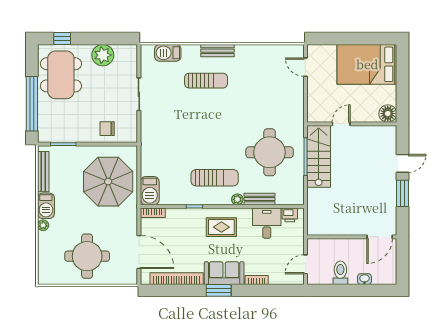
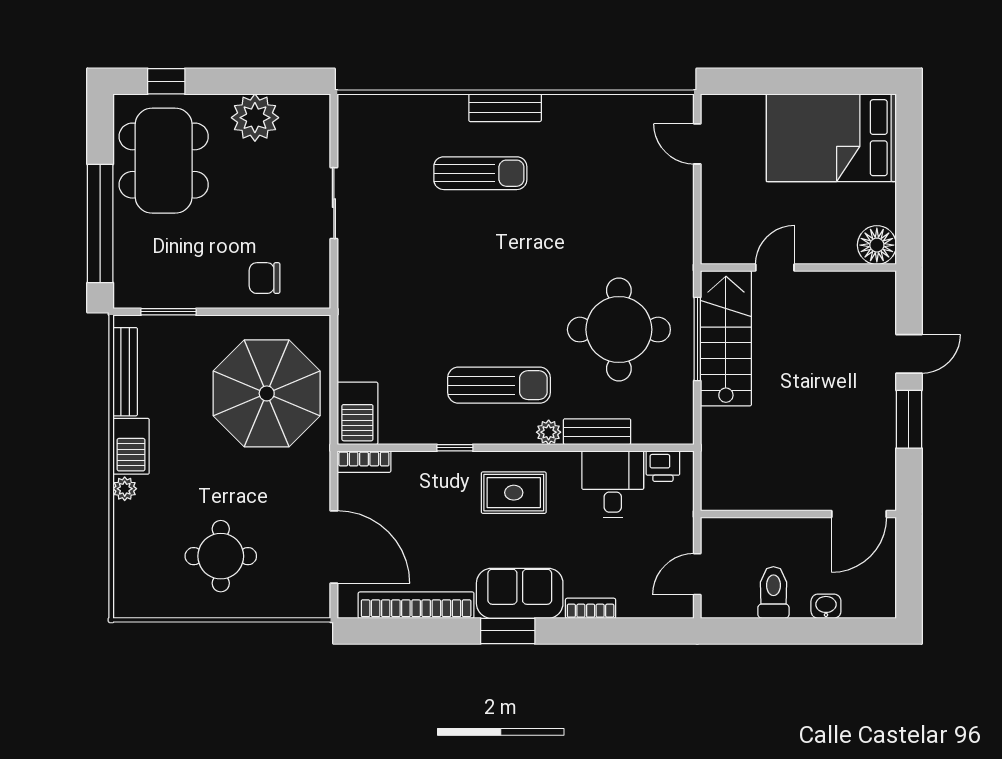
barbecue: (168, 53) -> (397, 113), removed
round table: (87, 256) -> (221, 556), width x0.73, depth x0.73

